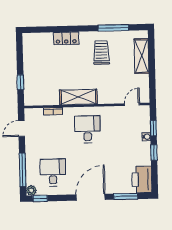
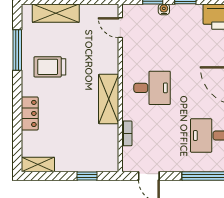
shelving: (28, 45) -> (38, 165), added
desk: (87, 129) -> (152, 88), turned 180

